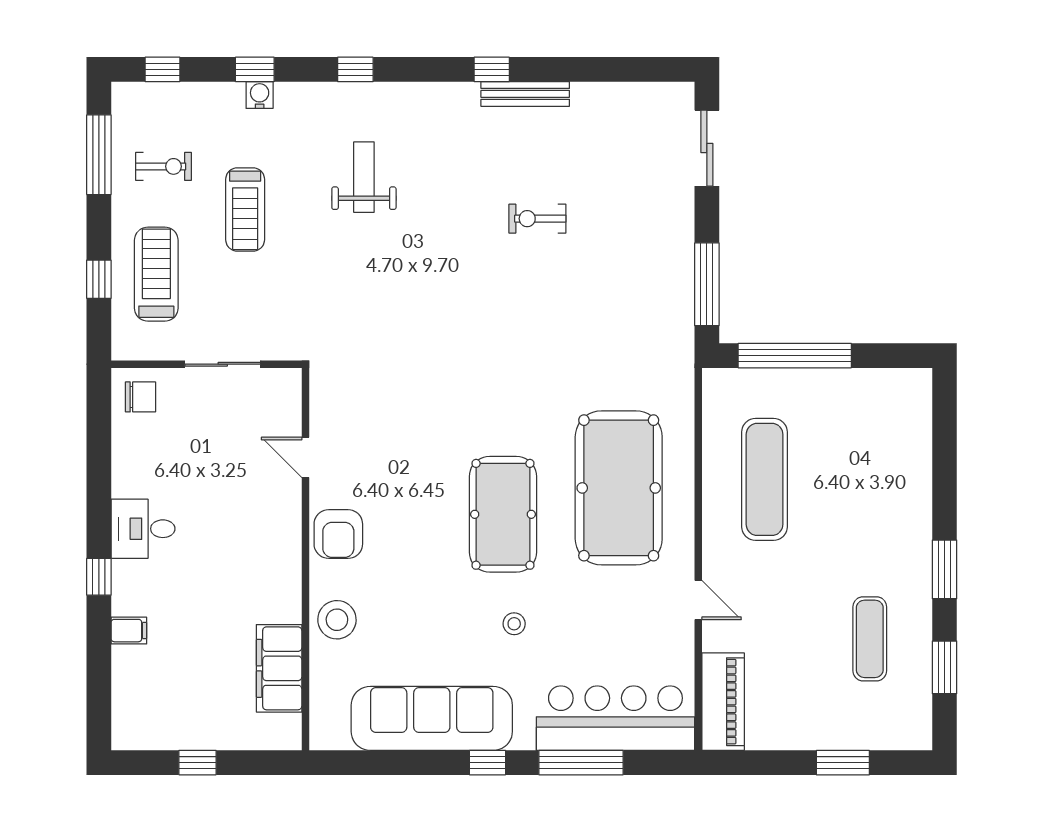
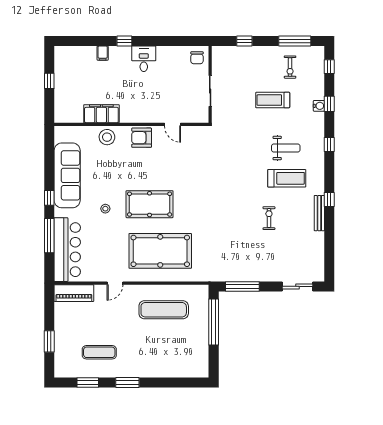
treadmill: (156, 274) -> (287, 178), moved
door: (305, 457) -> (173, 124), swing flipped
filing cabinet: (279, 668) -> (101, 114), moved

